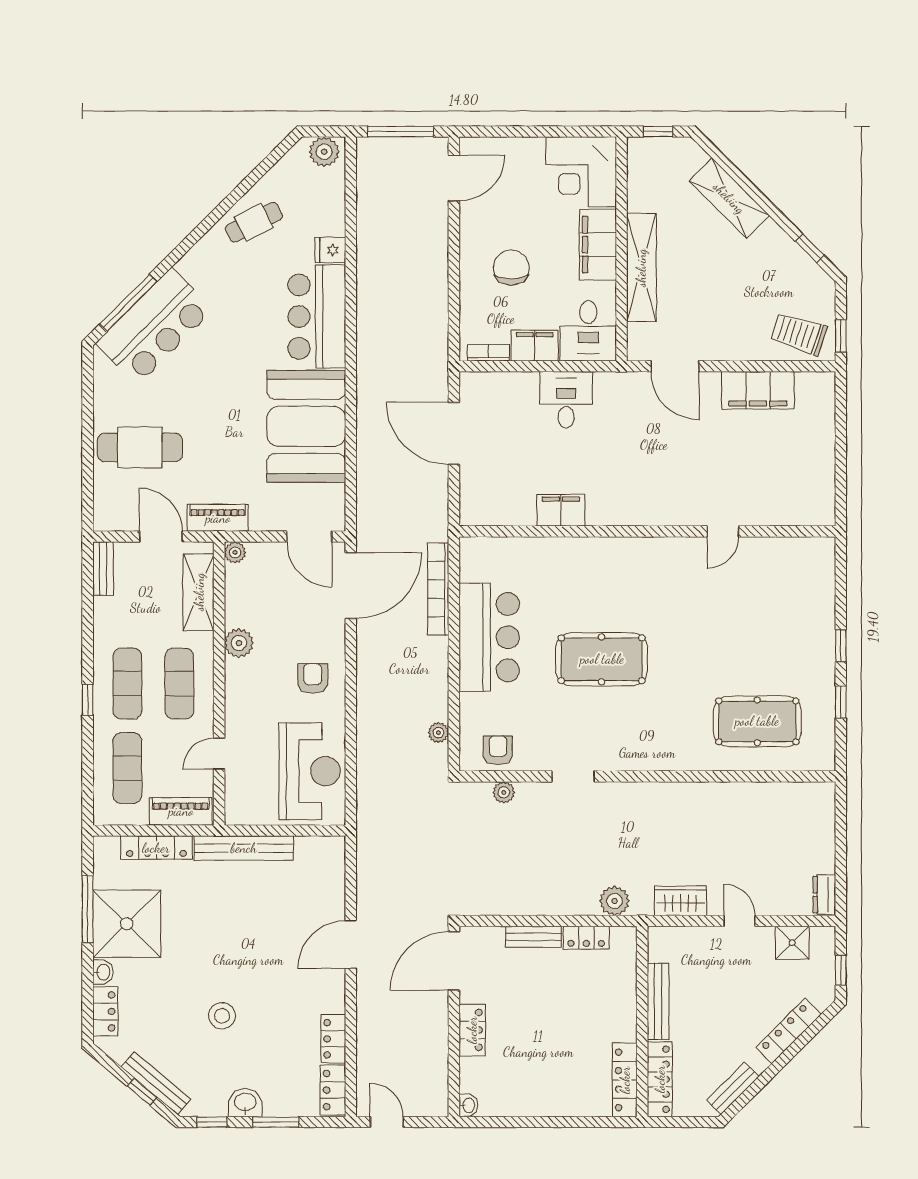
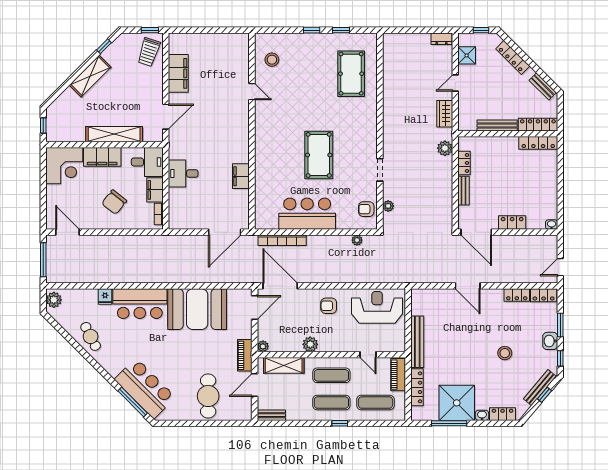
shelving: (729, 198) -> (90, 76), moved
chair: (511, 268) -> (114, 202), turned -51
door: (454, 433) -> (225, 232), moved
stool: (784, 570) -> (272, 60), added

